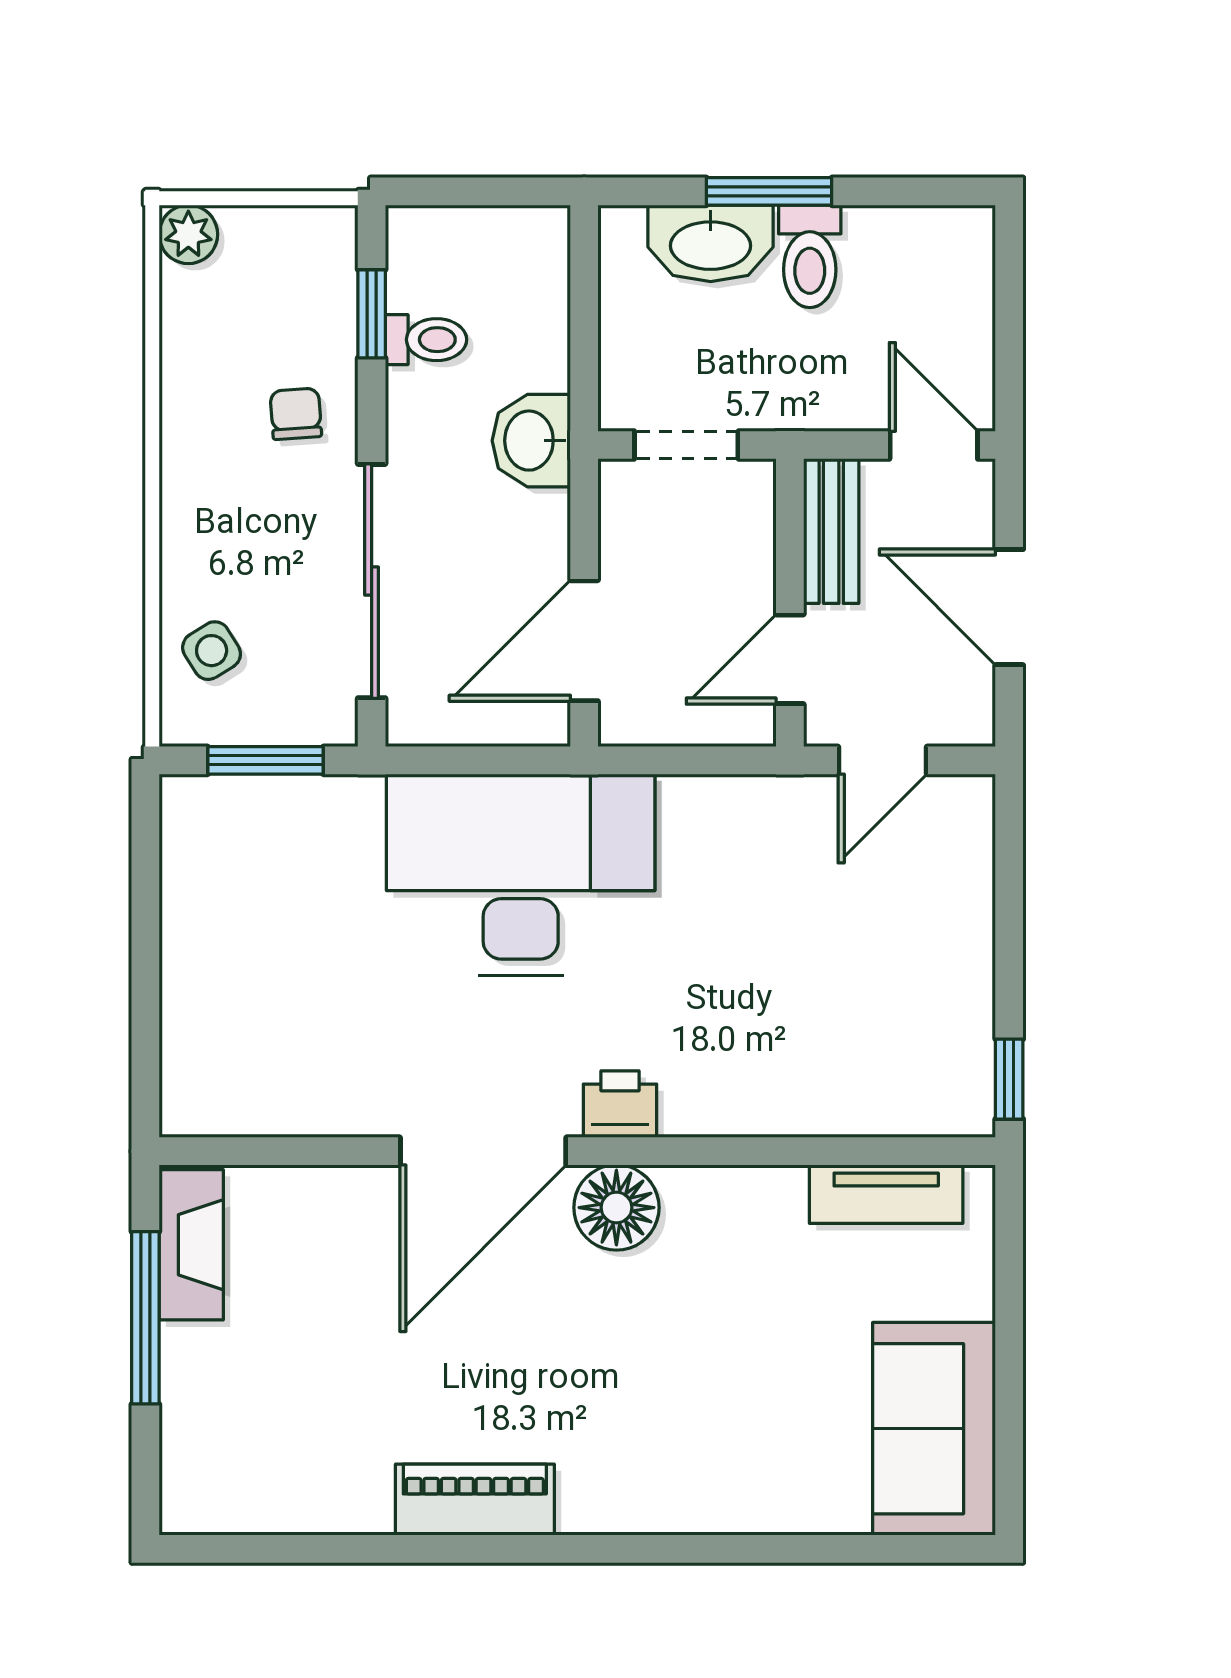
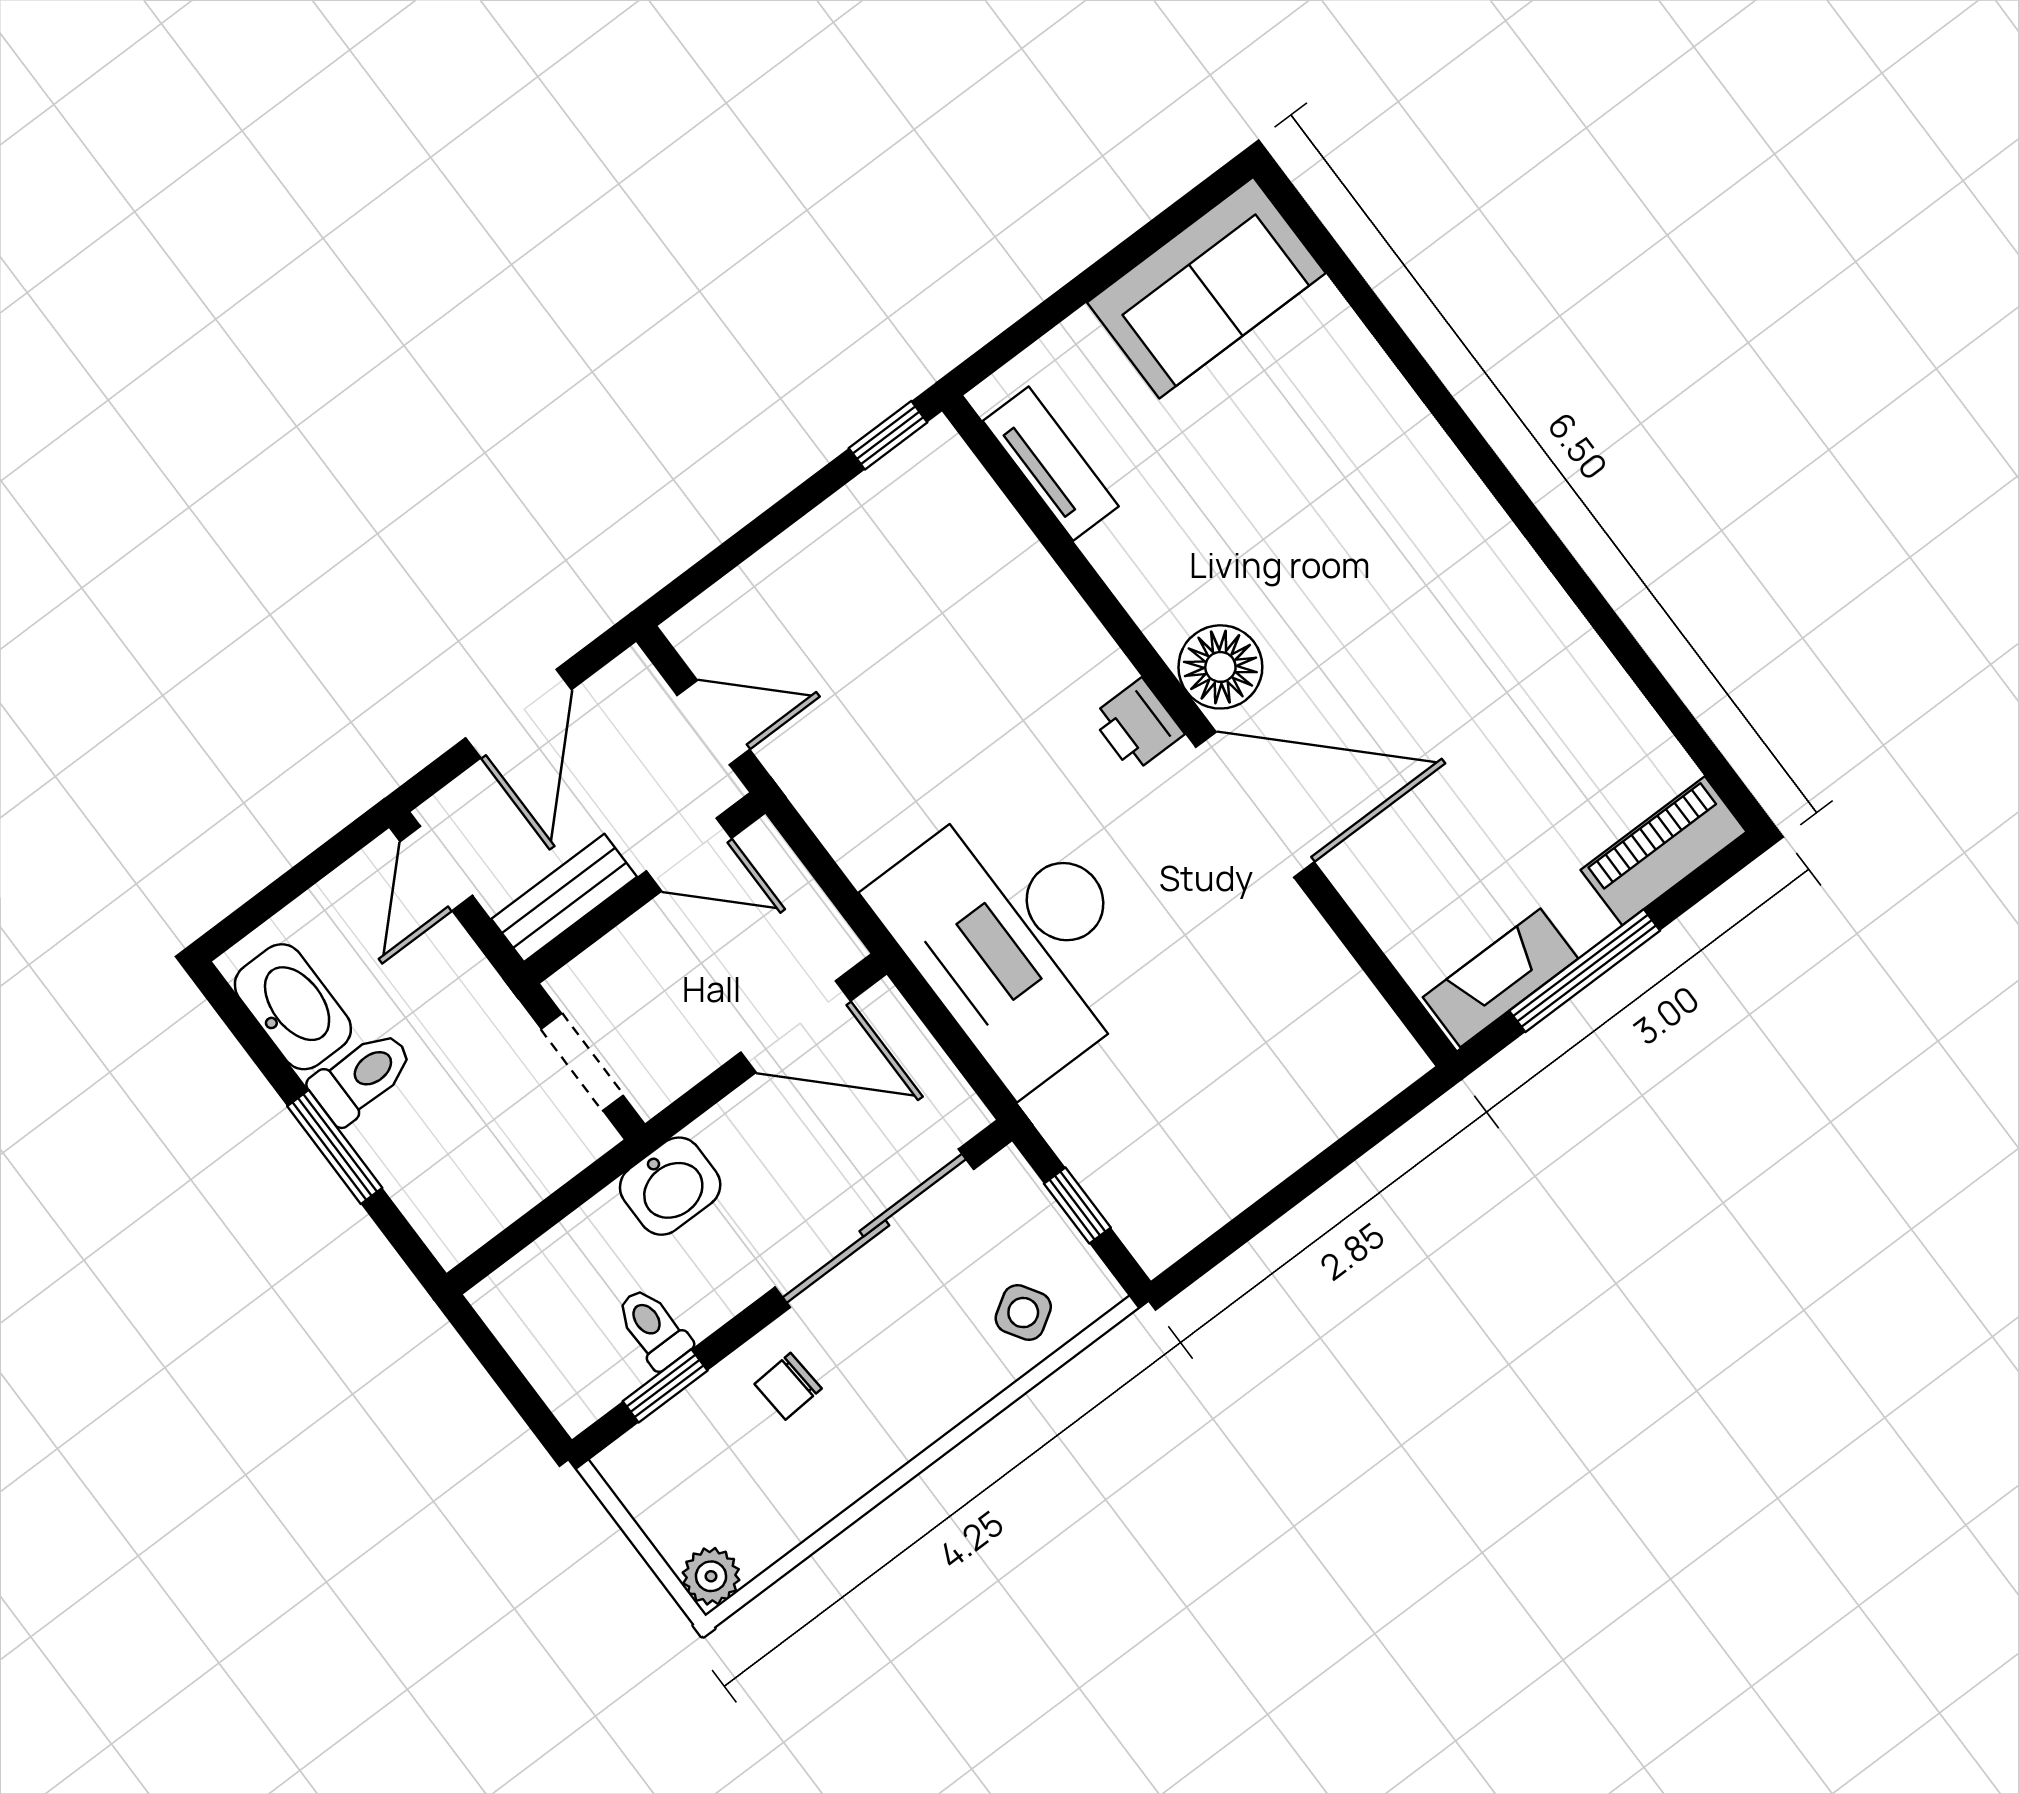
washbasin: (711, 243) -> (293, 1007), moved
window: (265, 760) -> (1077, 1206), width x0.67
piano: (475, 1500) -> (1664, 851), moved, turned 90

